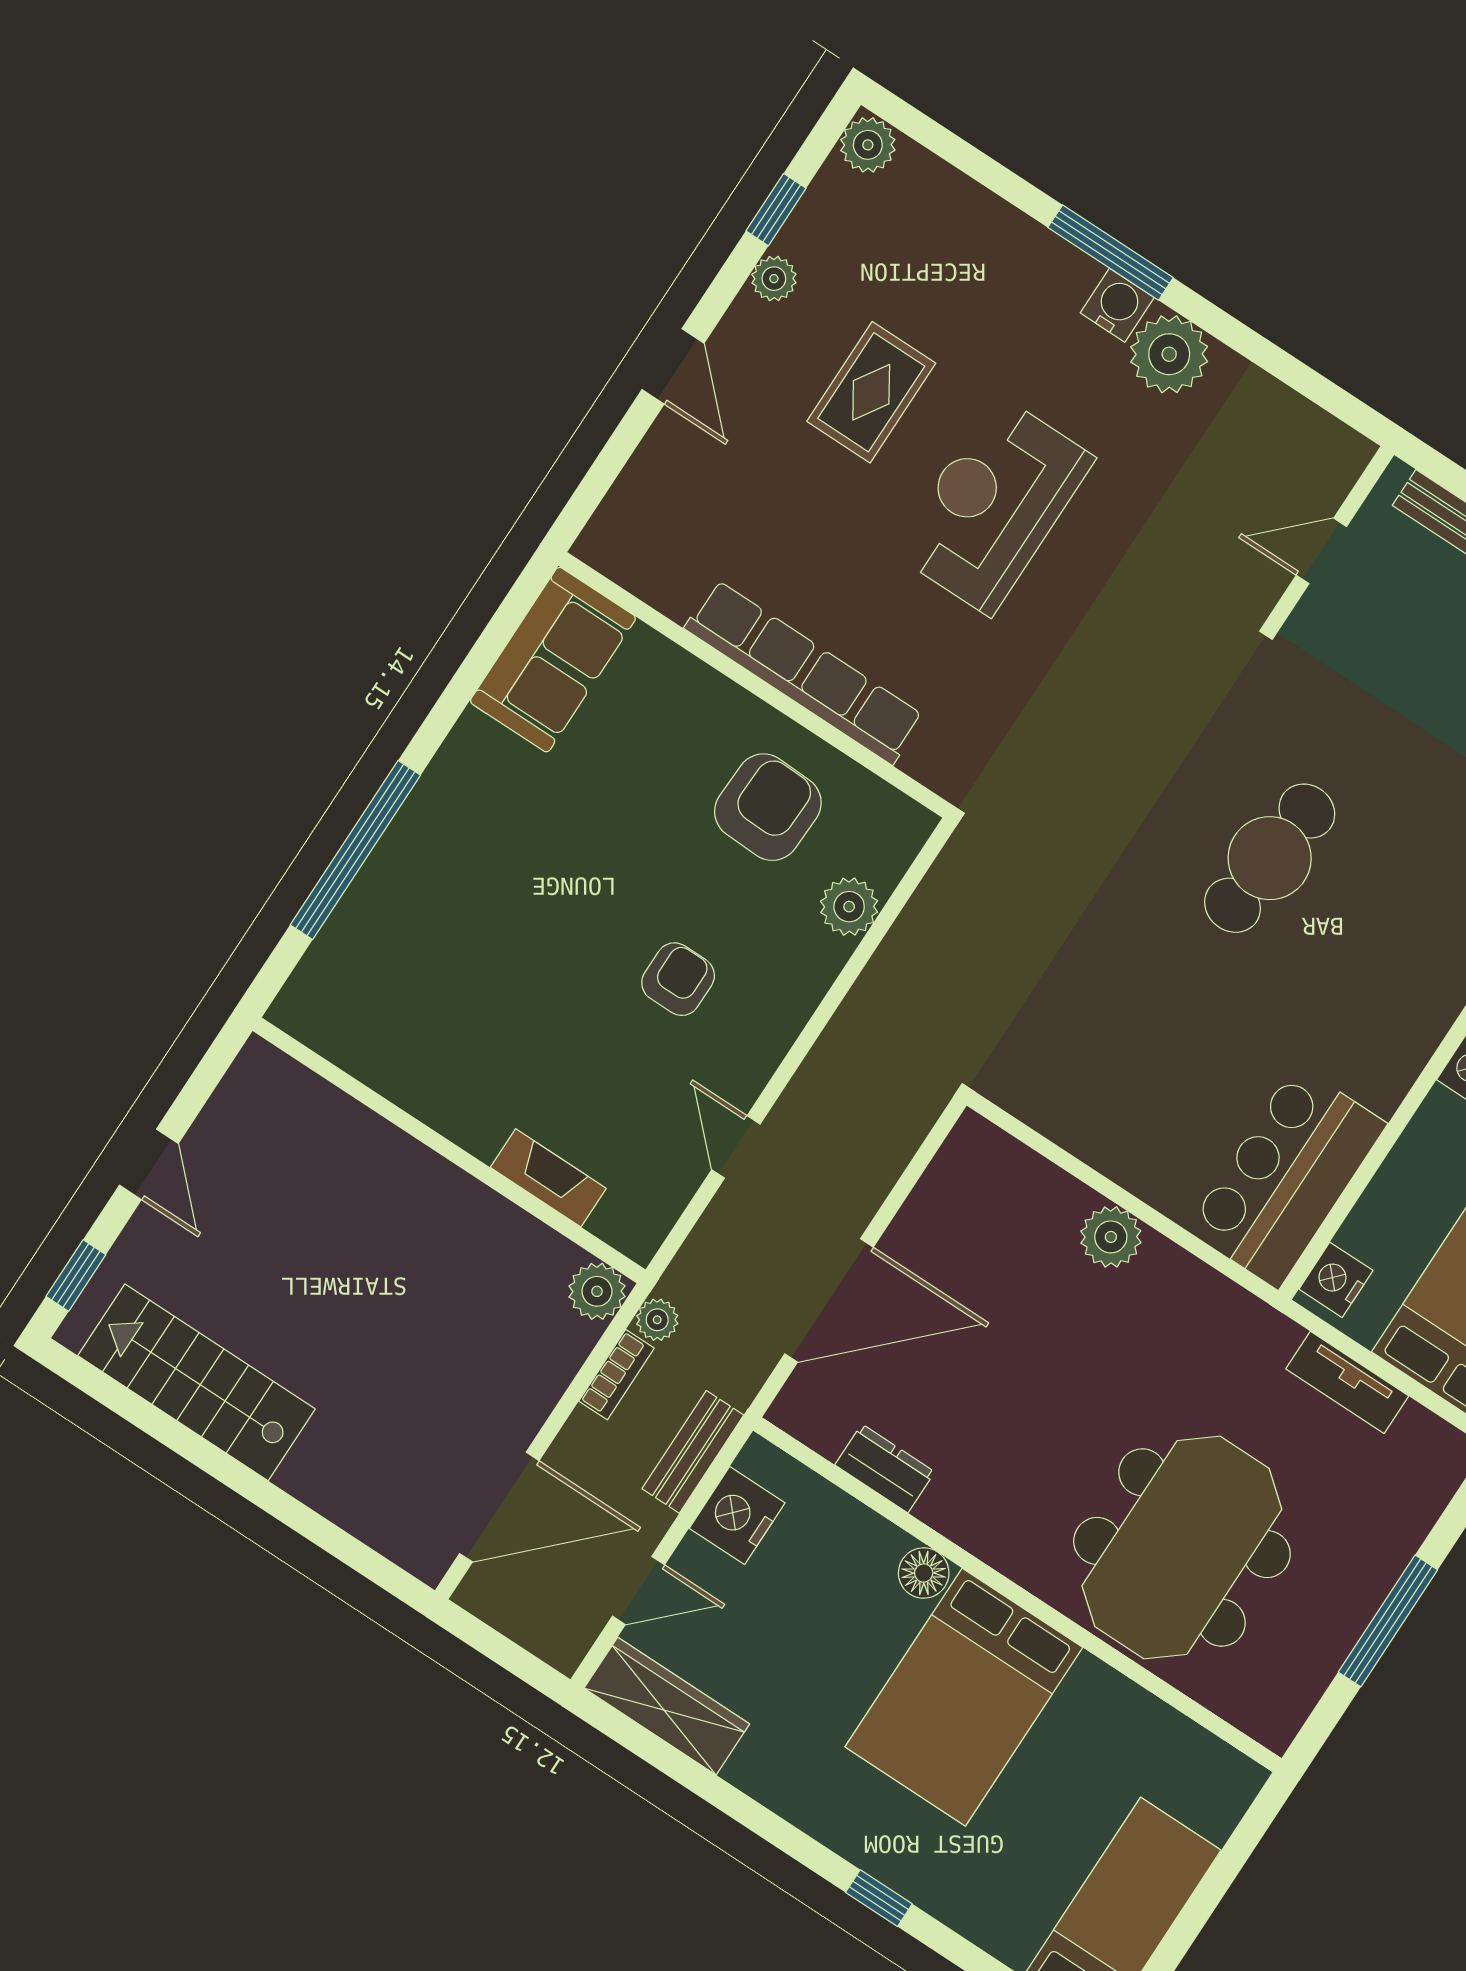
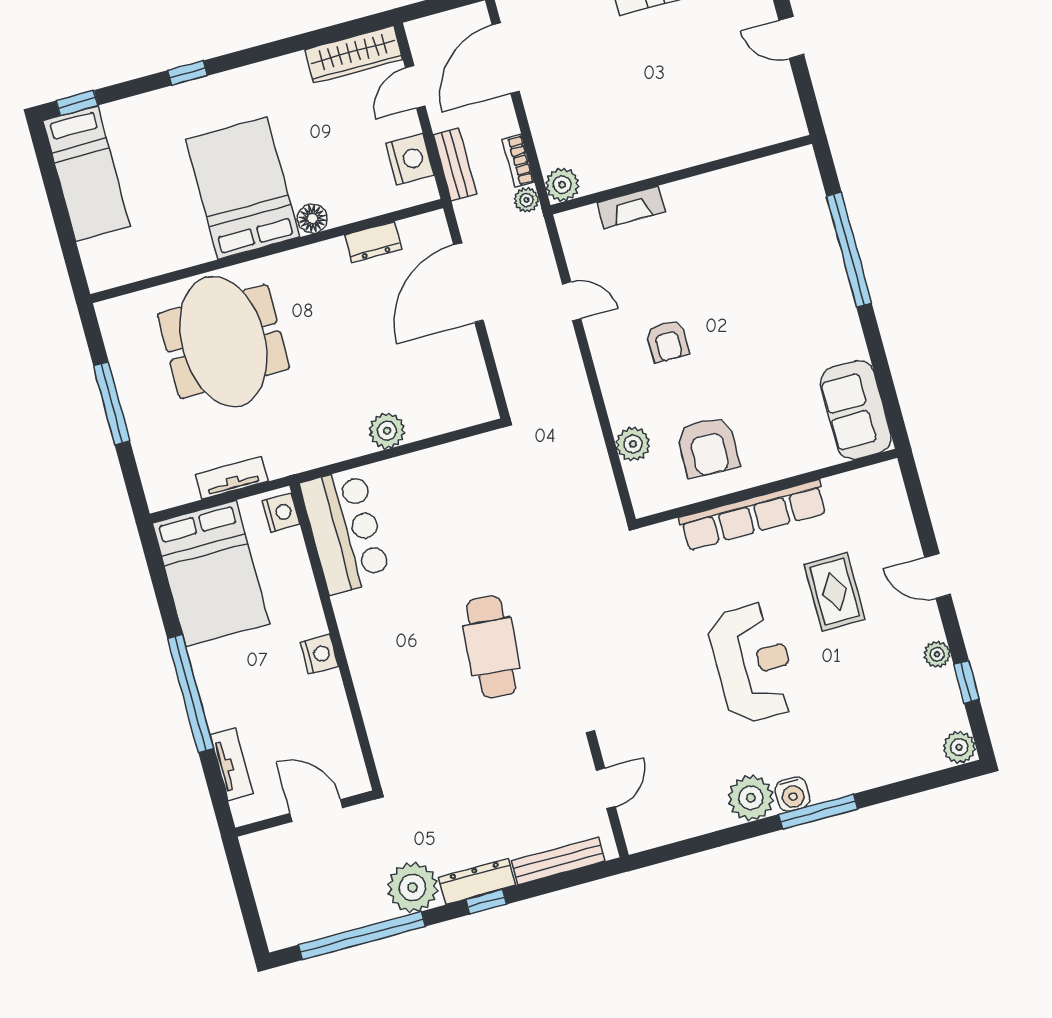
rug: (871, 392) -> (835, 592), moved

